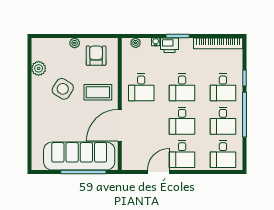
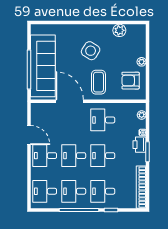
armchair: (96, 56) -> (131, 81), turned 180
side table: (63, 89) -> (91, 51), moved

